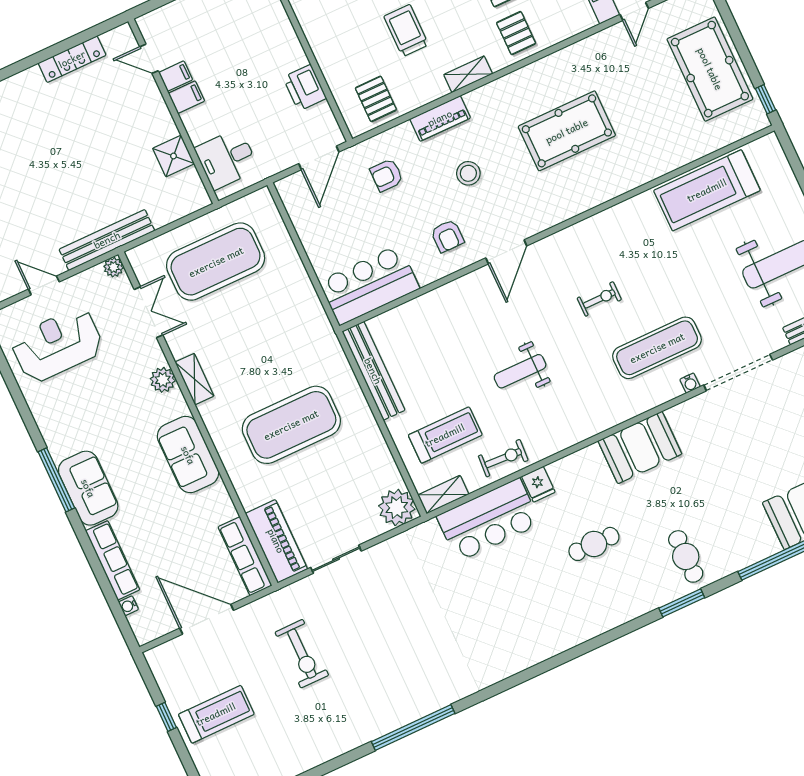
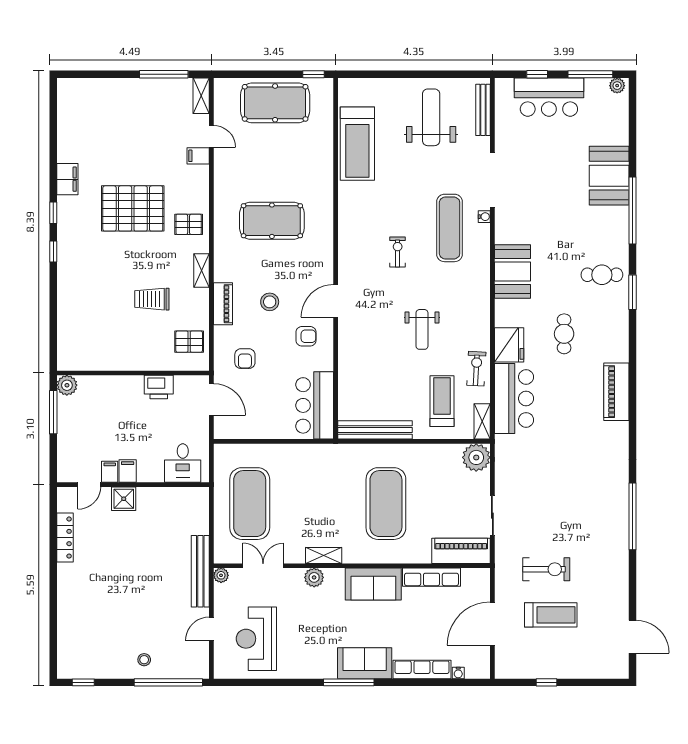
pool table: (567, 131) -> (272, 221), turned 90
shower: (173, 156) -> (124, 499), moved
door: (506, 252) -> (336, 301), swing flipped
fridge: (538, 484) -> (509, 345), width x1.88, depth x1.34
row of seats: (245, 556) -> (431, 577), moved
piano: (554, 639) -> (616, 392), added
treadmill: (216, 714) -> (551, 615), moved, turned 90

